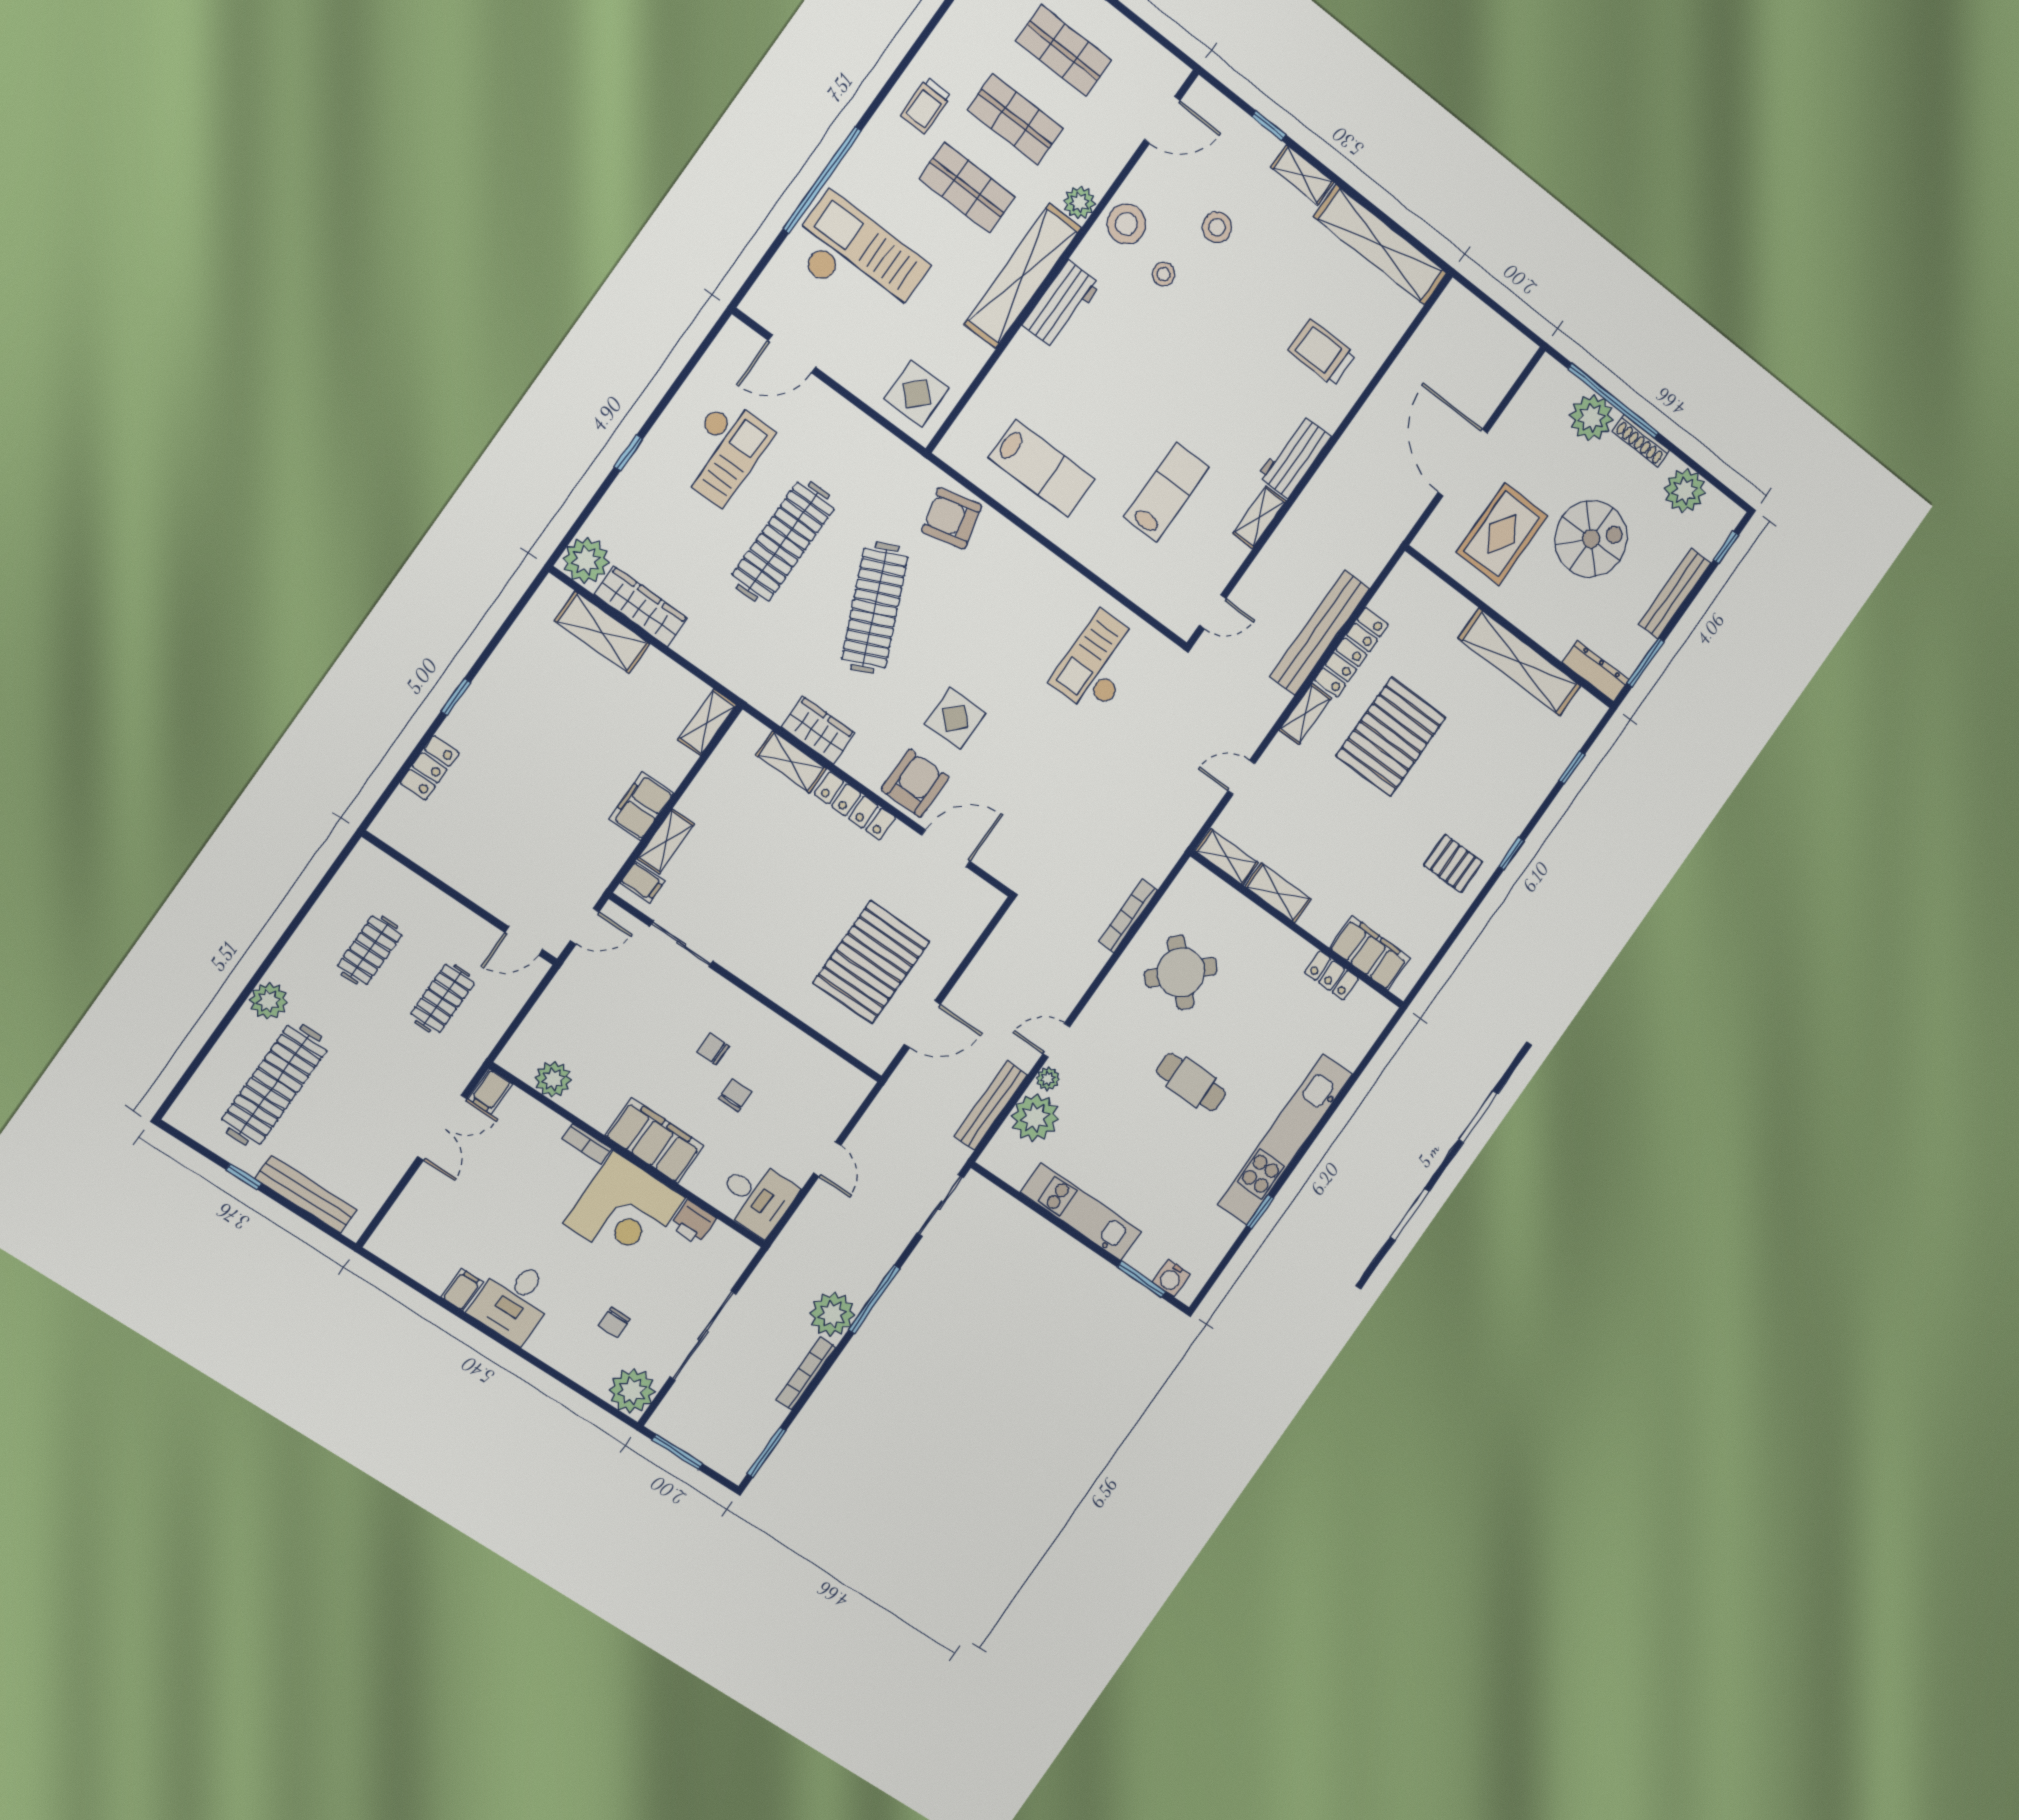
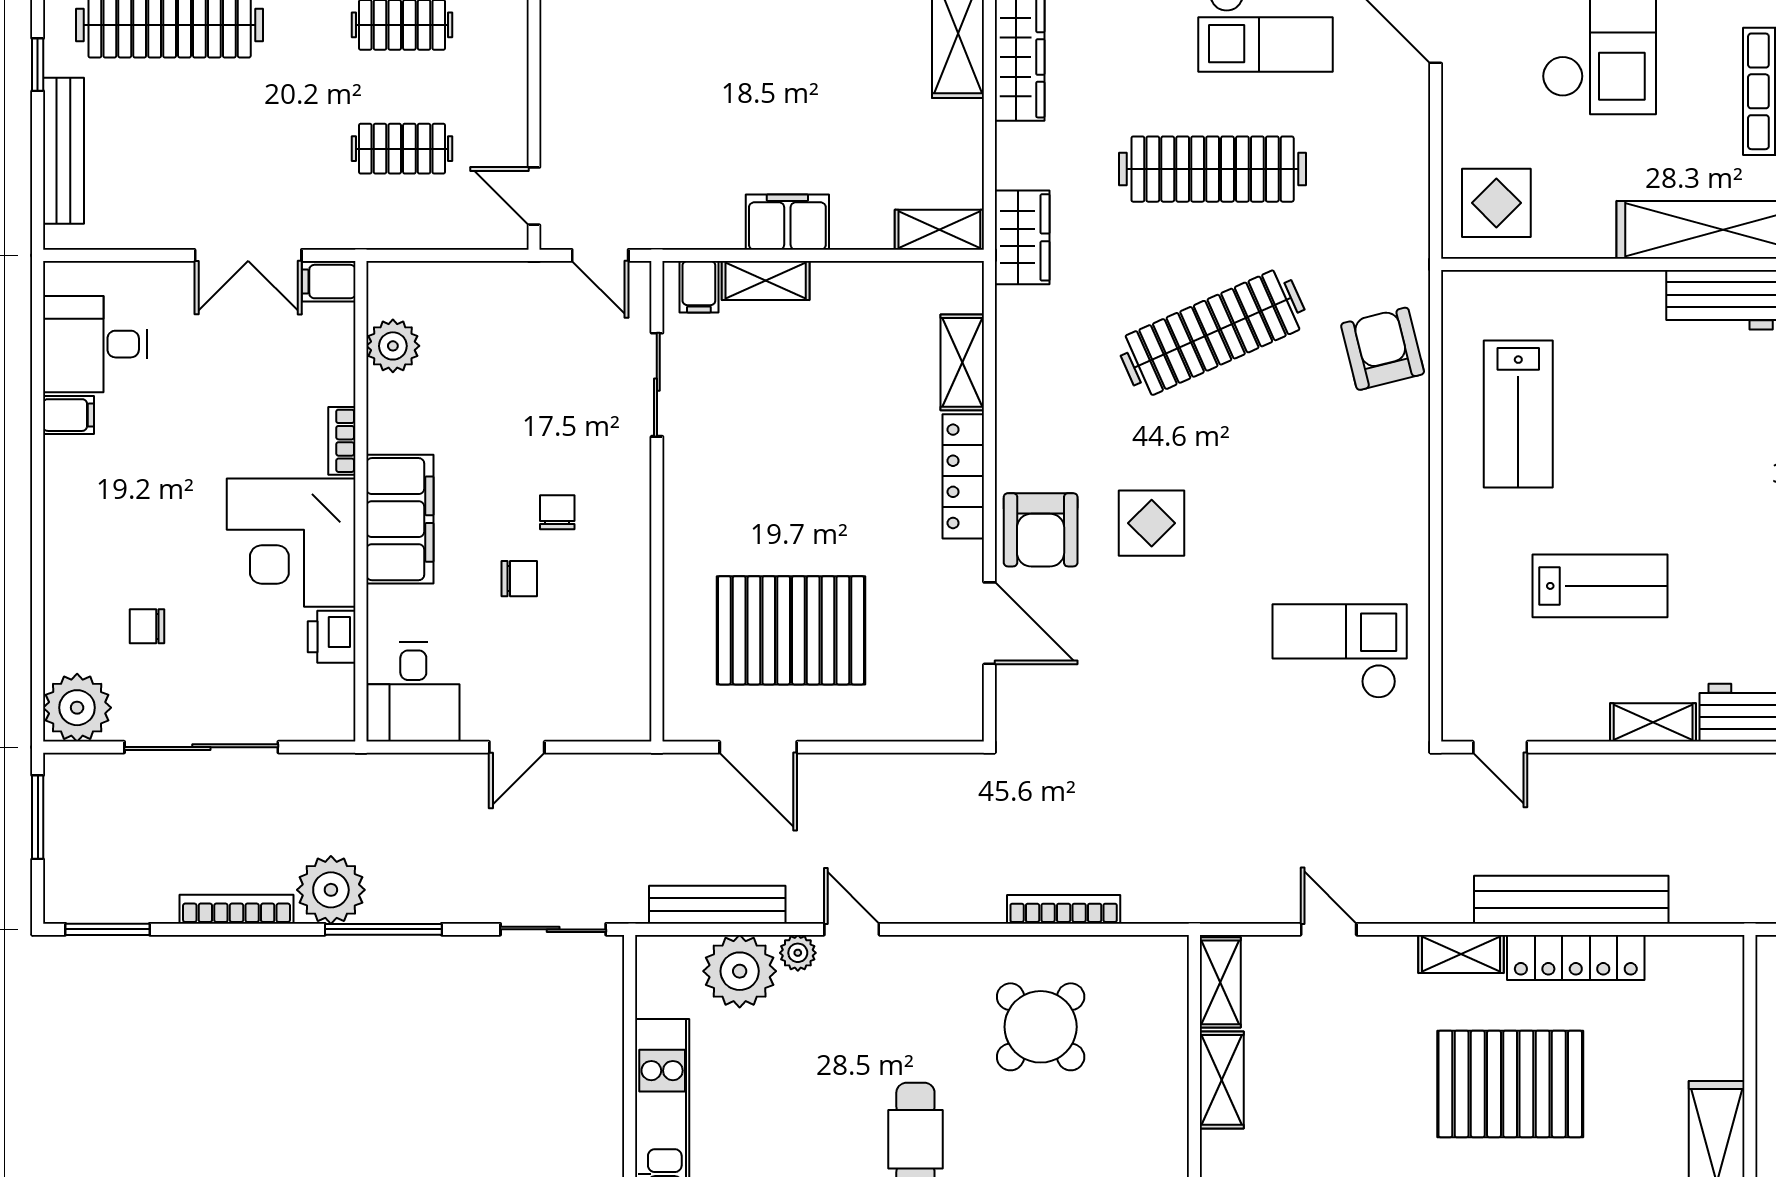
wardrobe: (818, 730) -> (1022, 237), moved
armchair: (915, 783) -> (1041, 530), turned 90
desk: (514, 1301) -> (95, 344), moved

